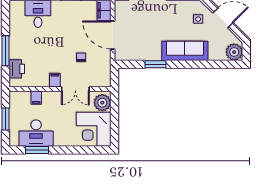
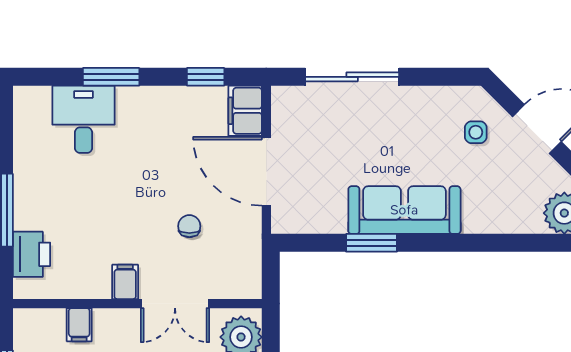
sofa: (185, 51) -> (404, 210), moved

